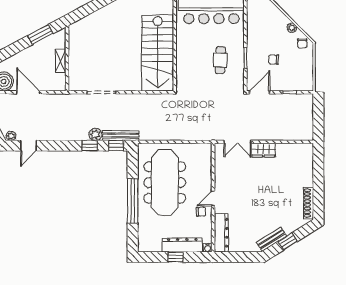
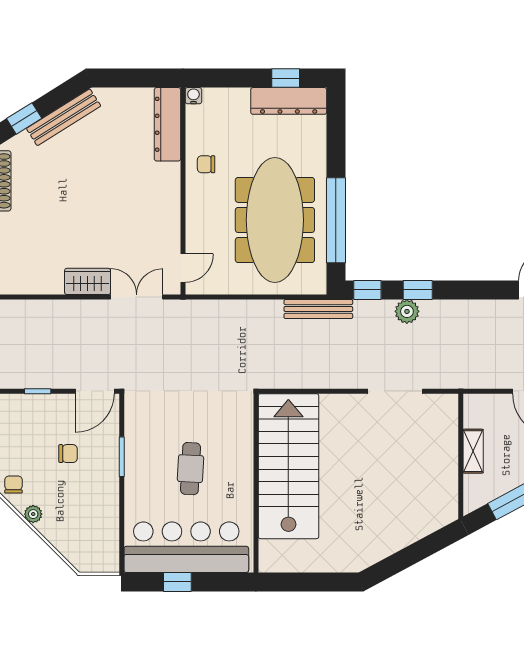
cafe table: (220, 60) -> (191, 469), moved
bench: (121, 136) -> (318, 309), moved
door: (213, 198) -> (183, 268), moved
window: (133, 201) -> (336, 220), moved
bench: (271, 239) -> (64, 117), width x1.36
window: (288, 241) -> (24, 118), moved
dresser: (182, 245) -> (289, 101), moved
window: (176, 257) -> (286, 78), moved

